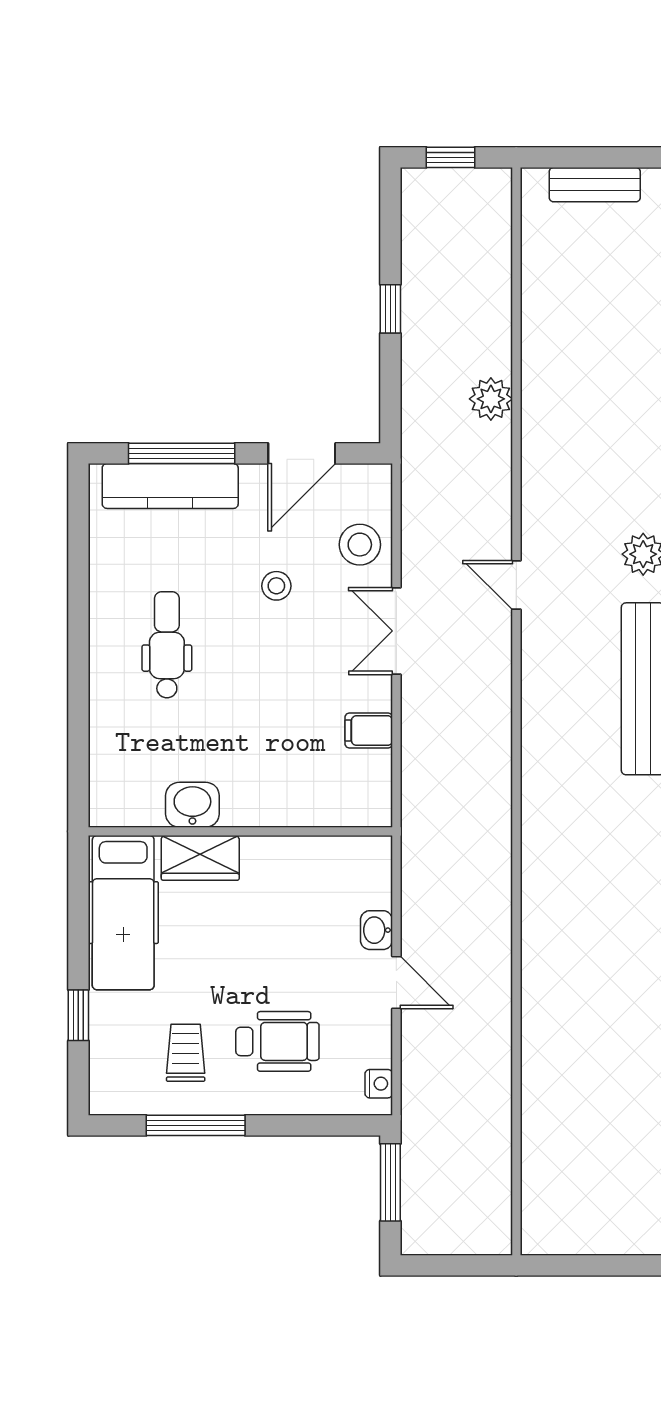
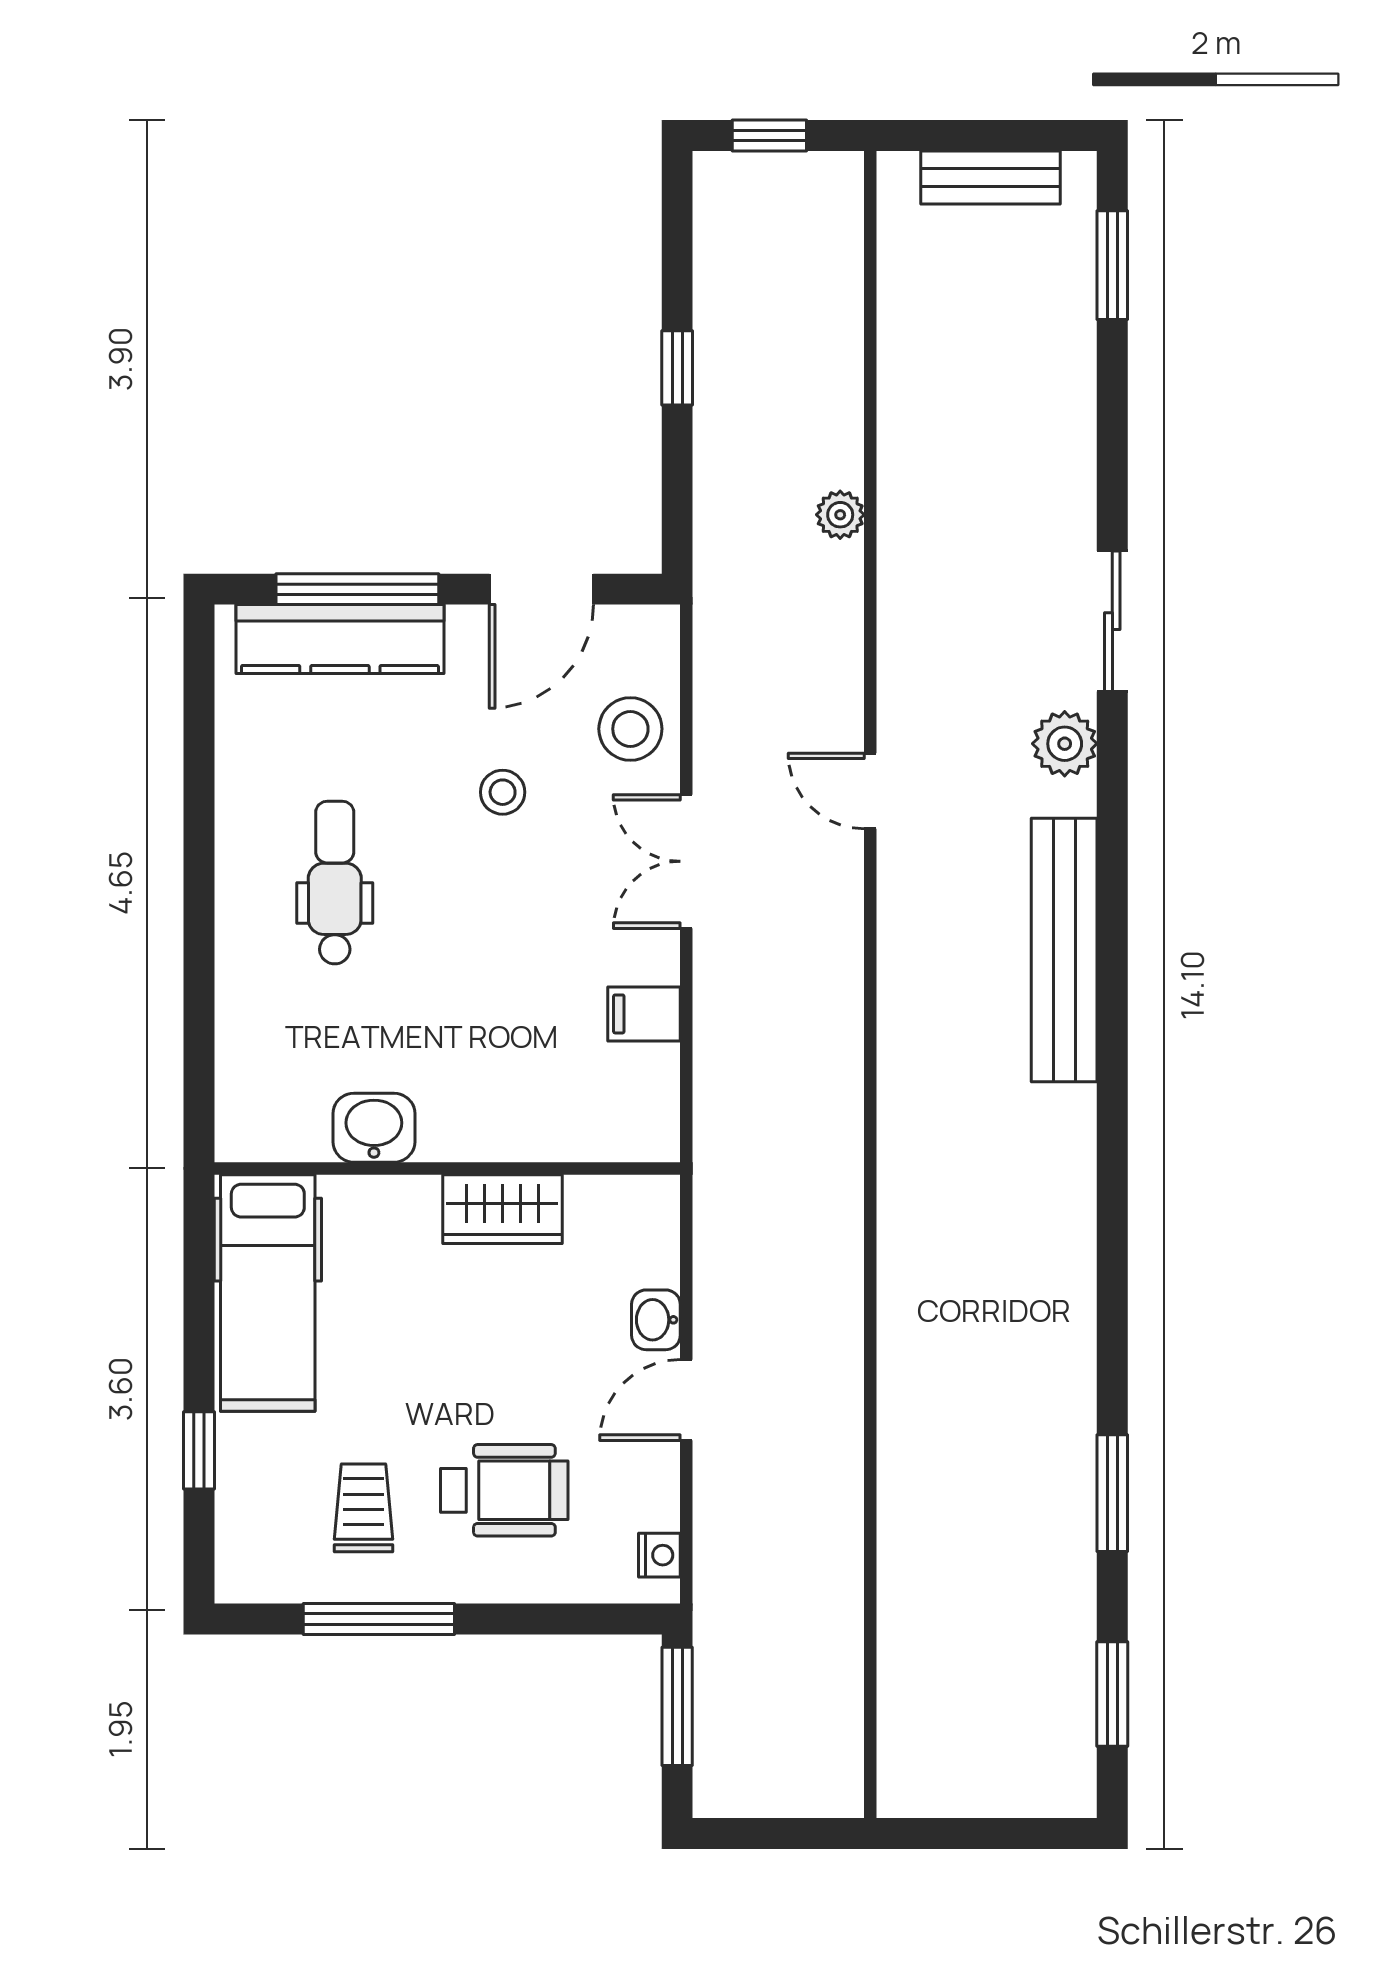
plant: (491, 399) -> (840, 515), width x0.73, depth x0.73
wardrobe: (200, 858) -> (502, 1209), moved
door: (396, 982) -> (686, 1400), swing flipped

